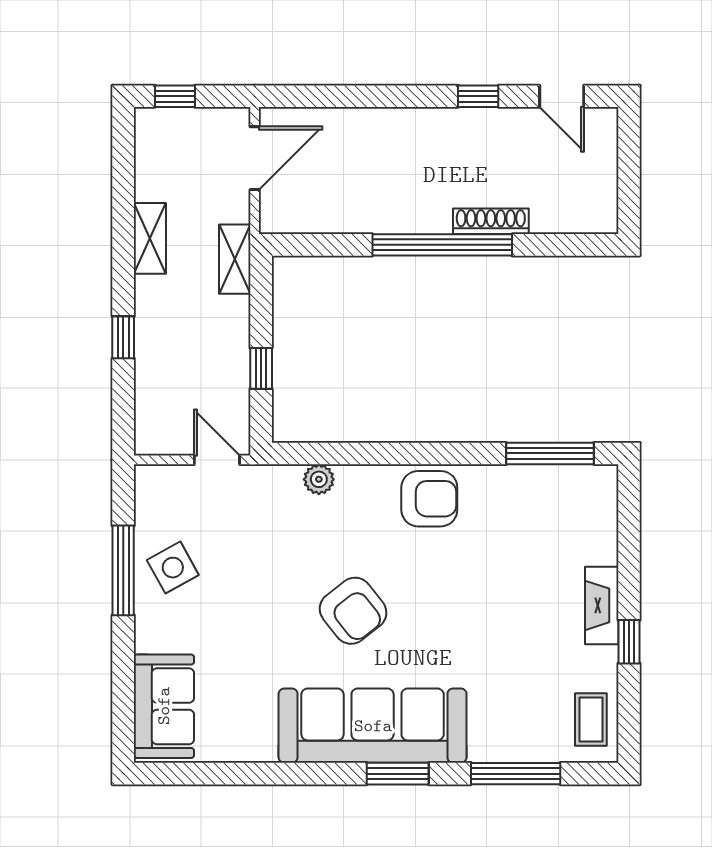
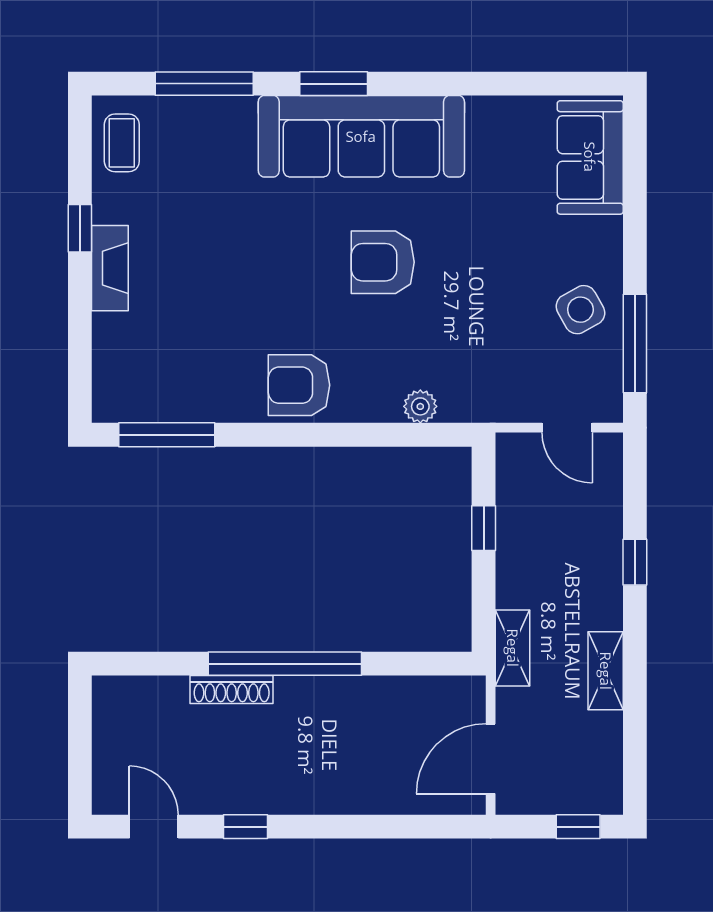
door: (217, 460) -> (567, 428), moved
window: (123, 570) -> (635, 344), moved
armchair: (353, 611) -> (383, 262), turned -52

